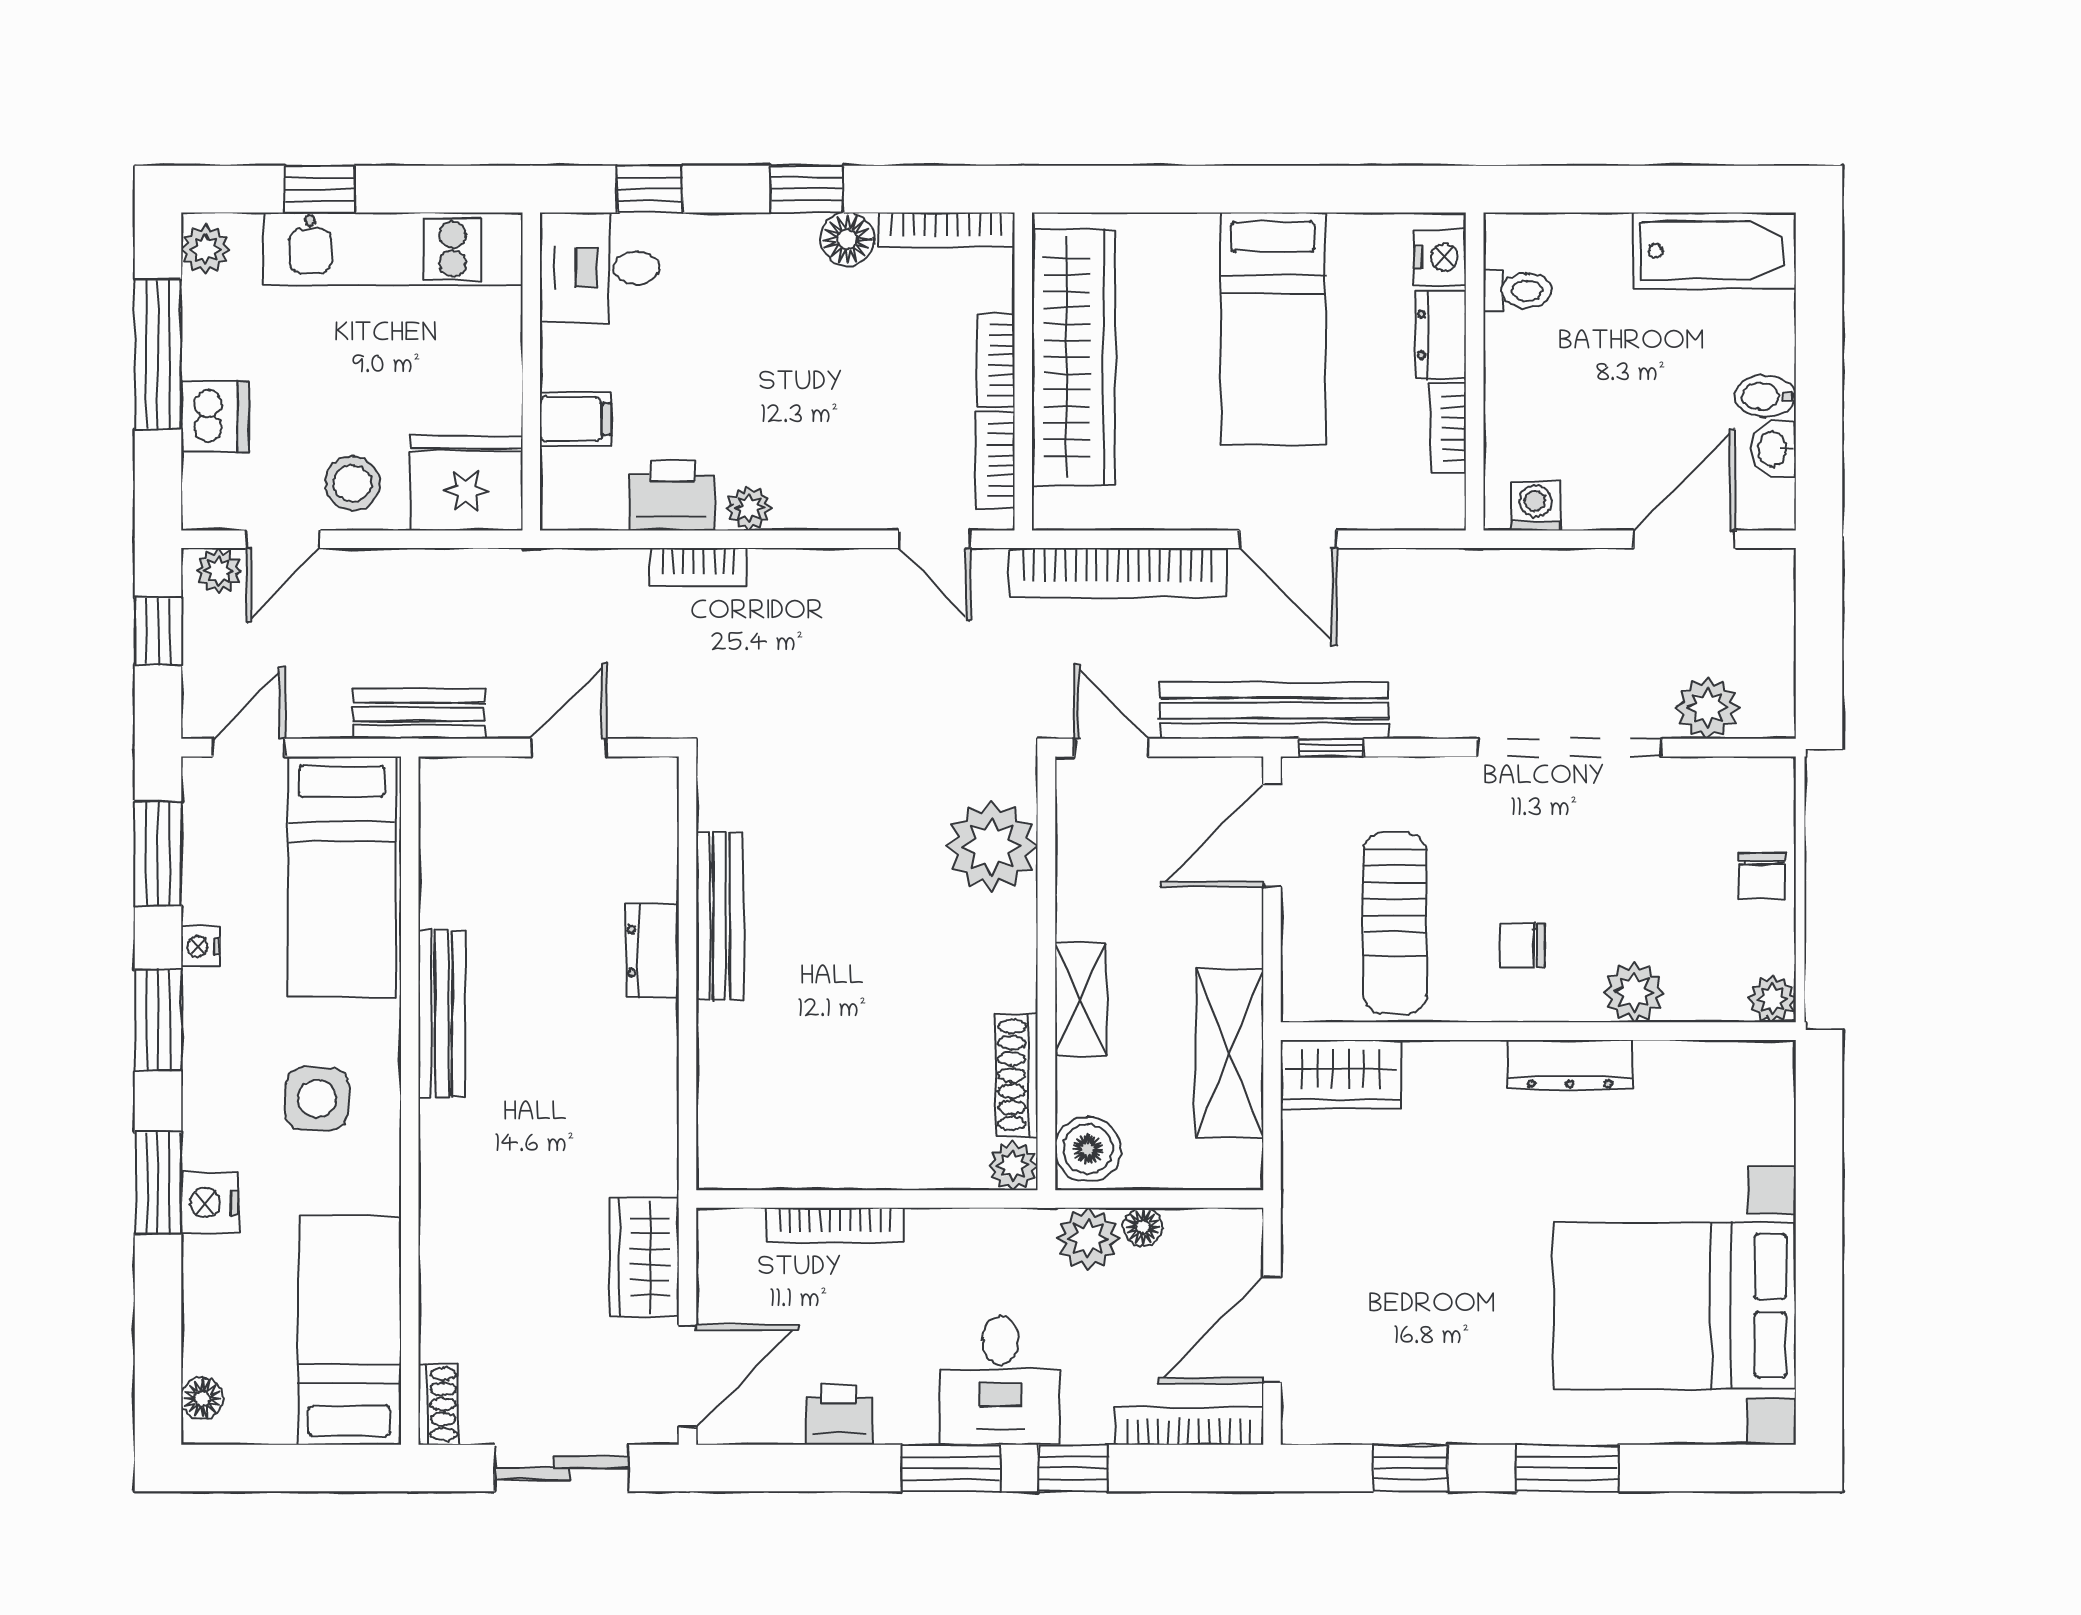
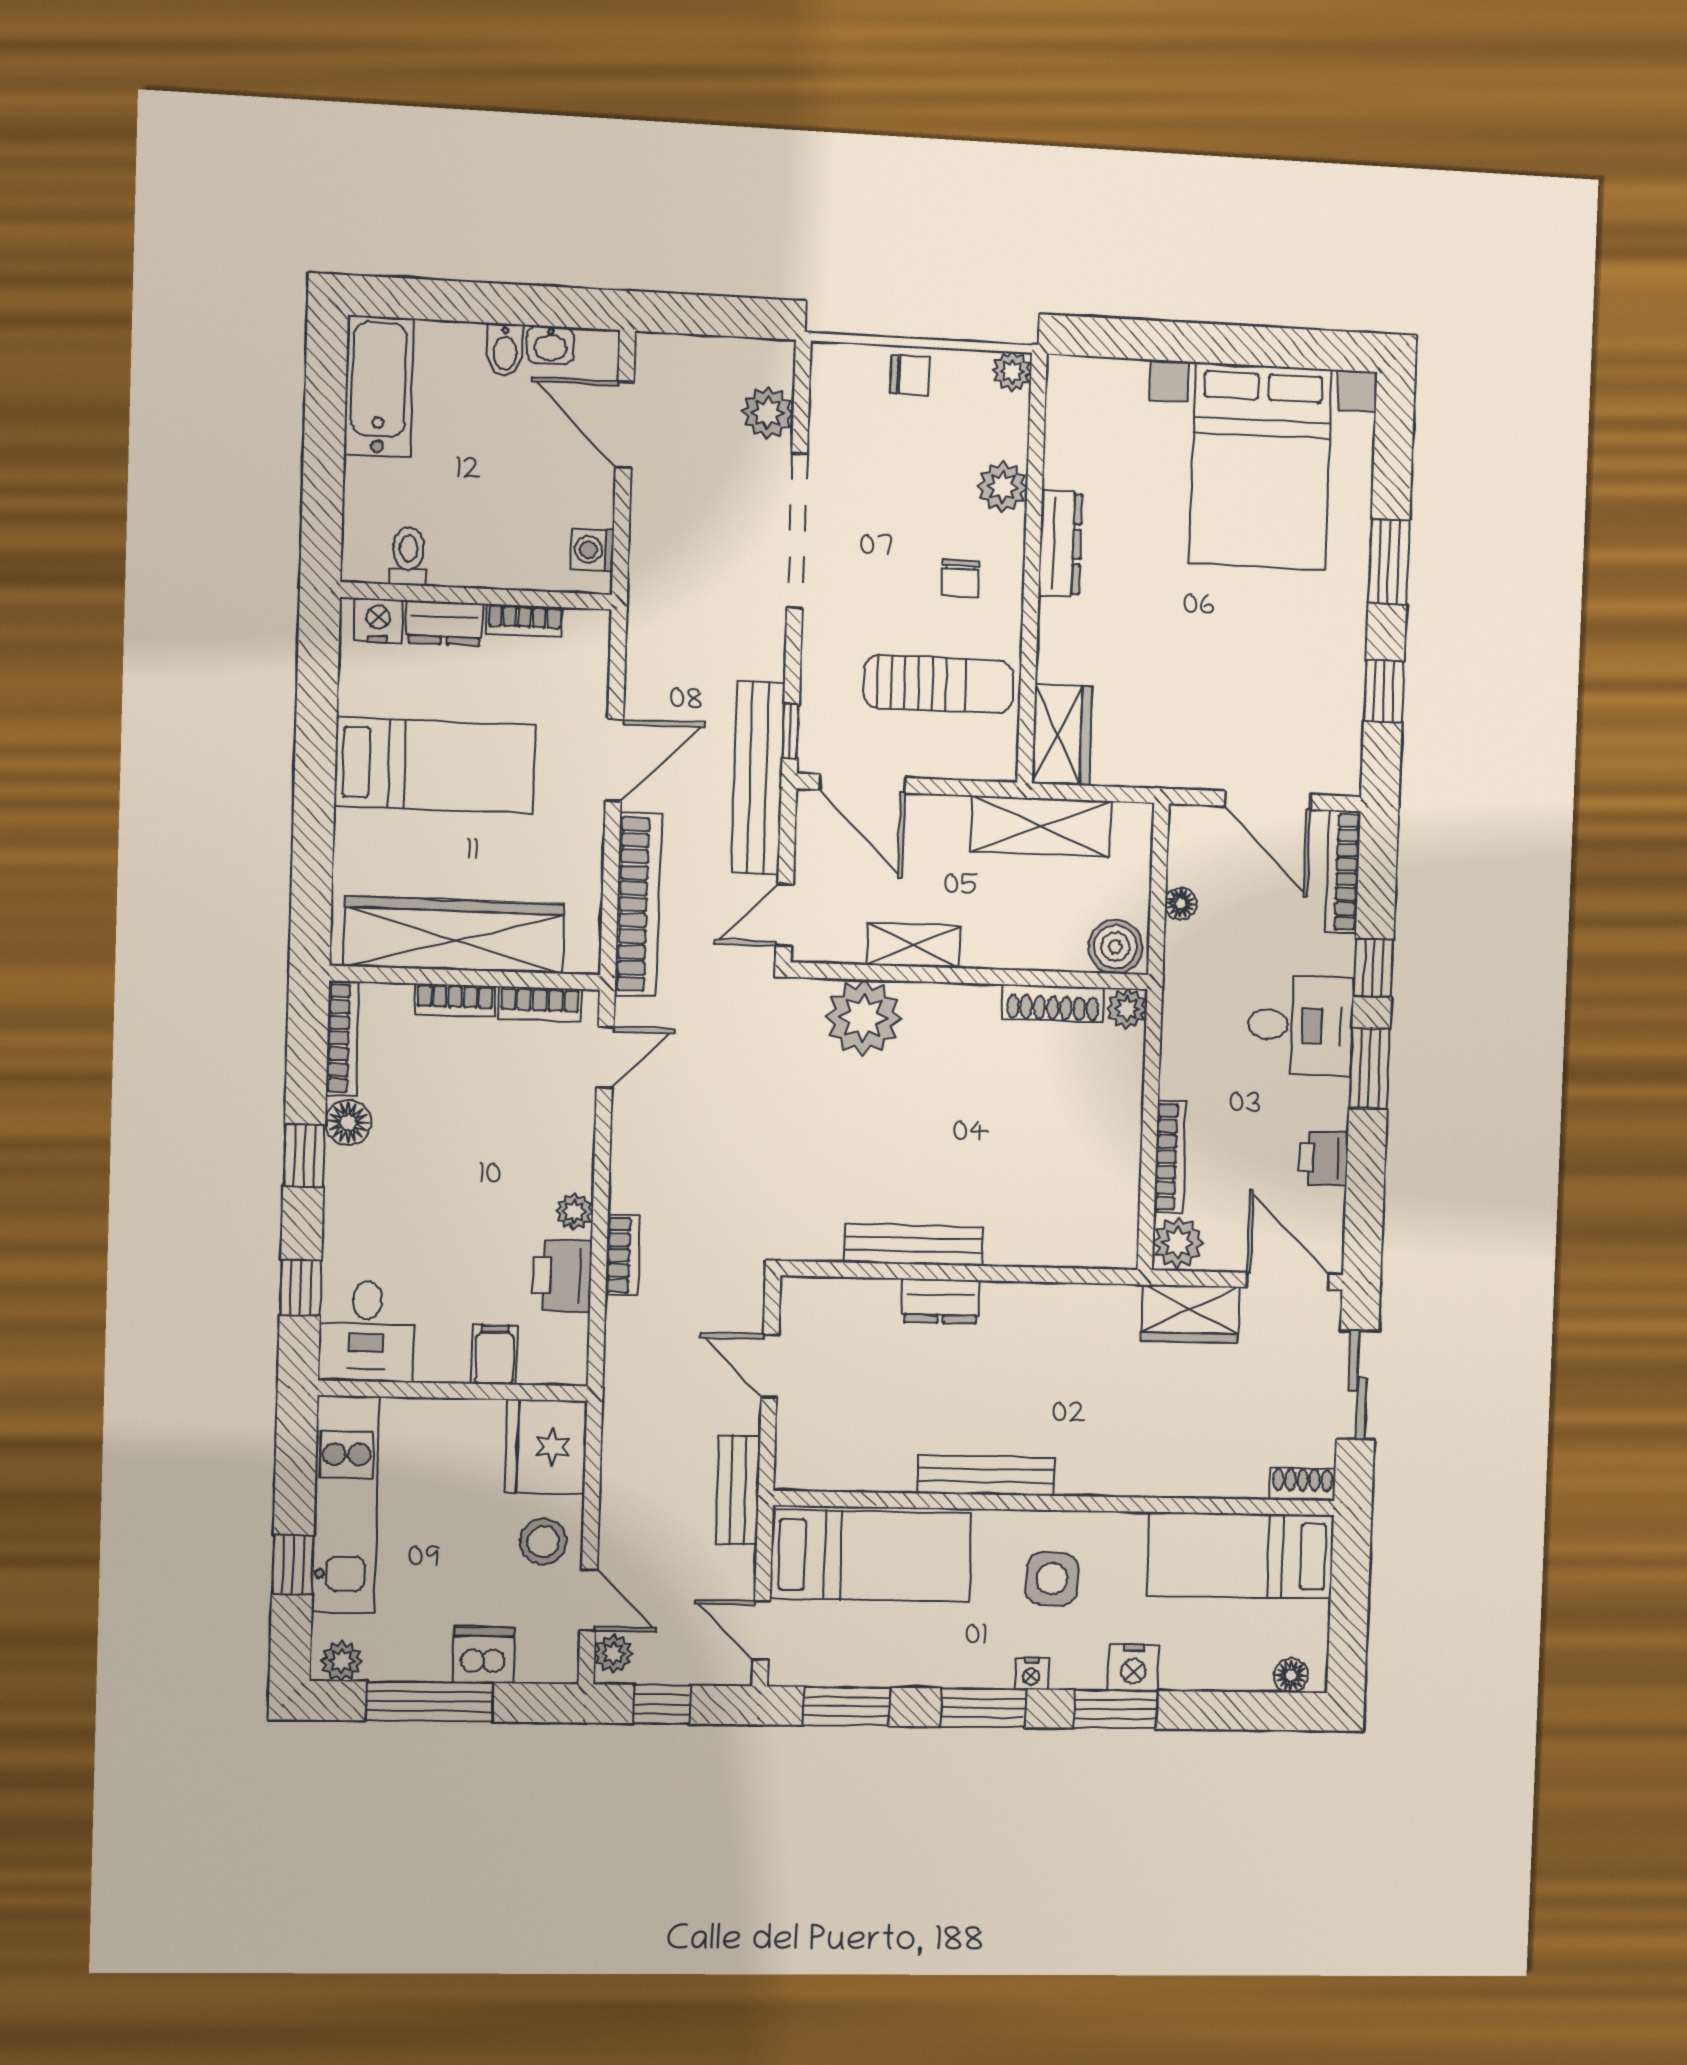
nightstand: (200, 946) -> (1031, 1674), moved
shelving: (1080, 999) -> (913, 945), moved
plant: (1088, 1239) -> (1178, 1243), moved

